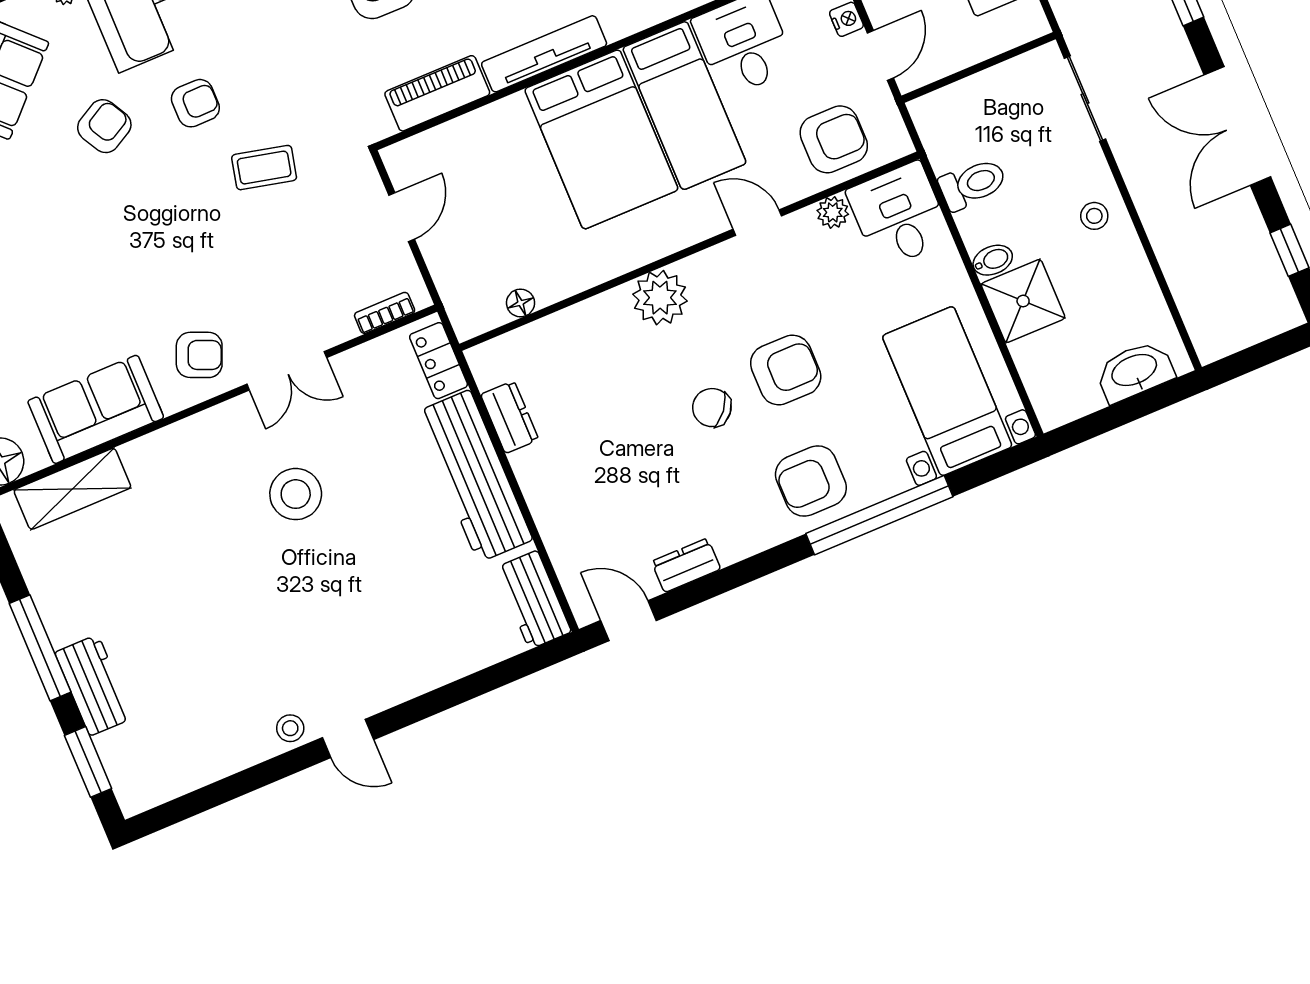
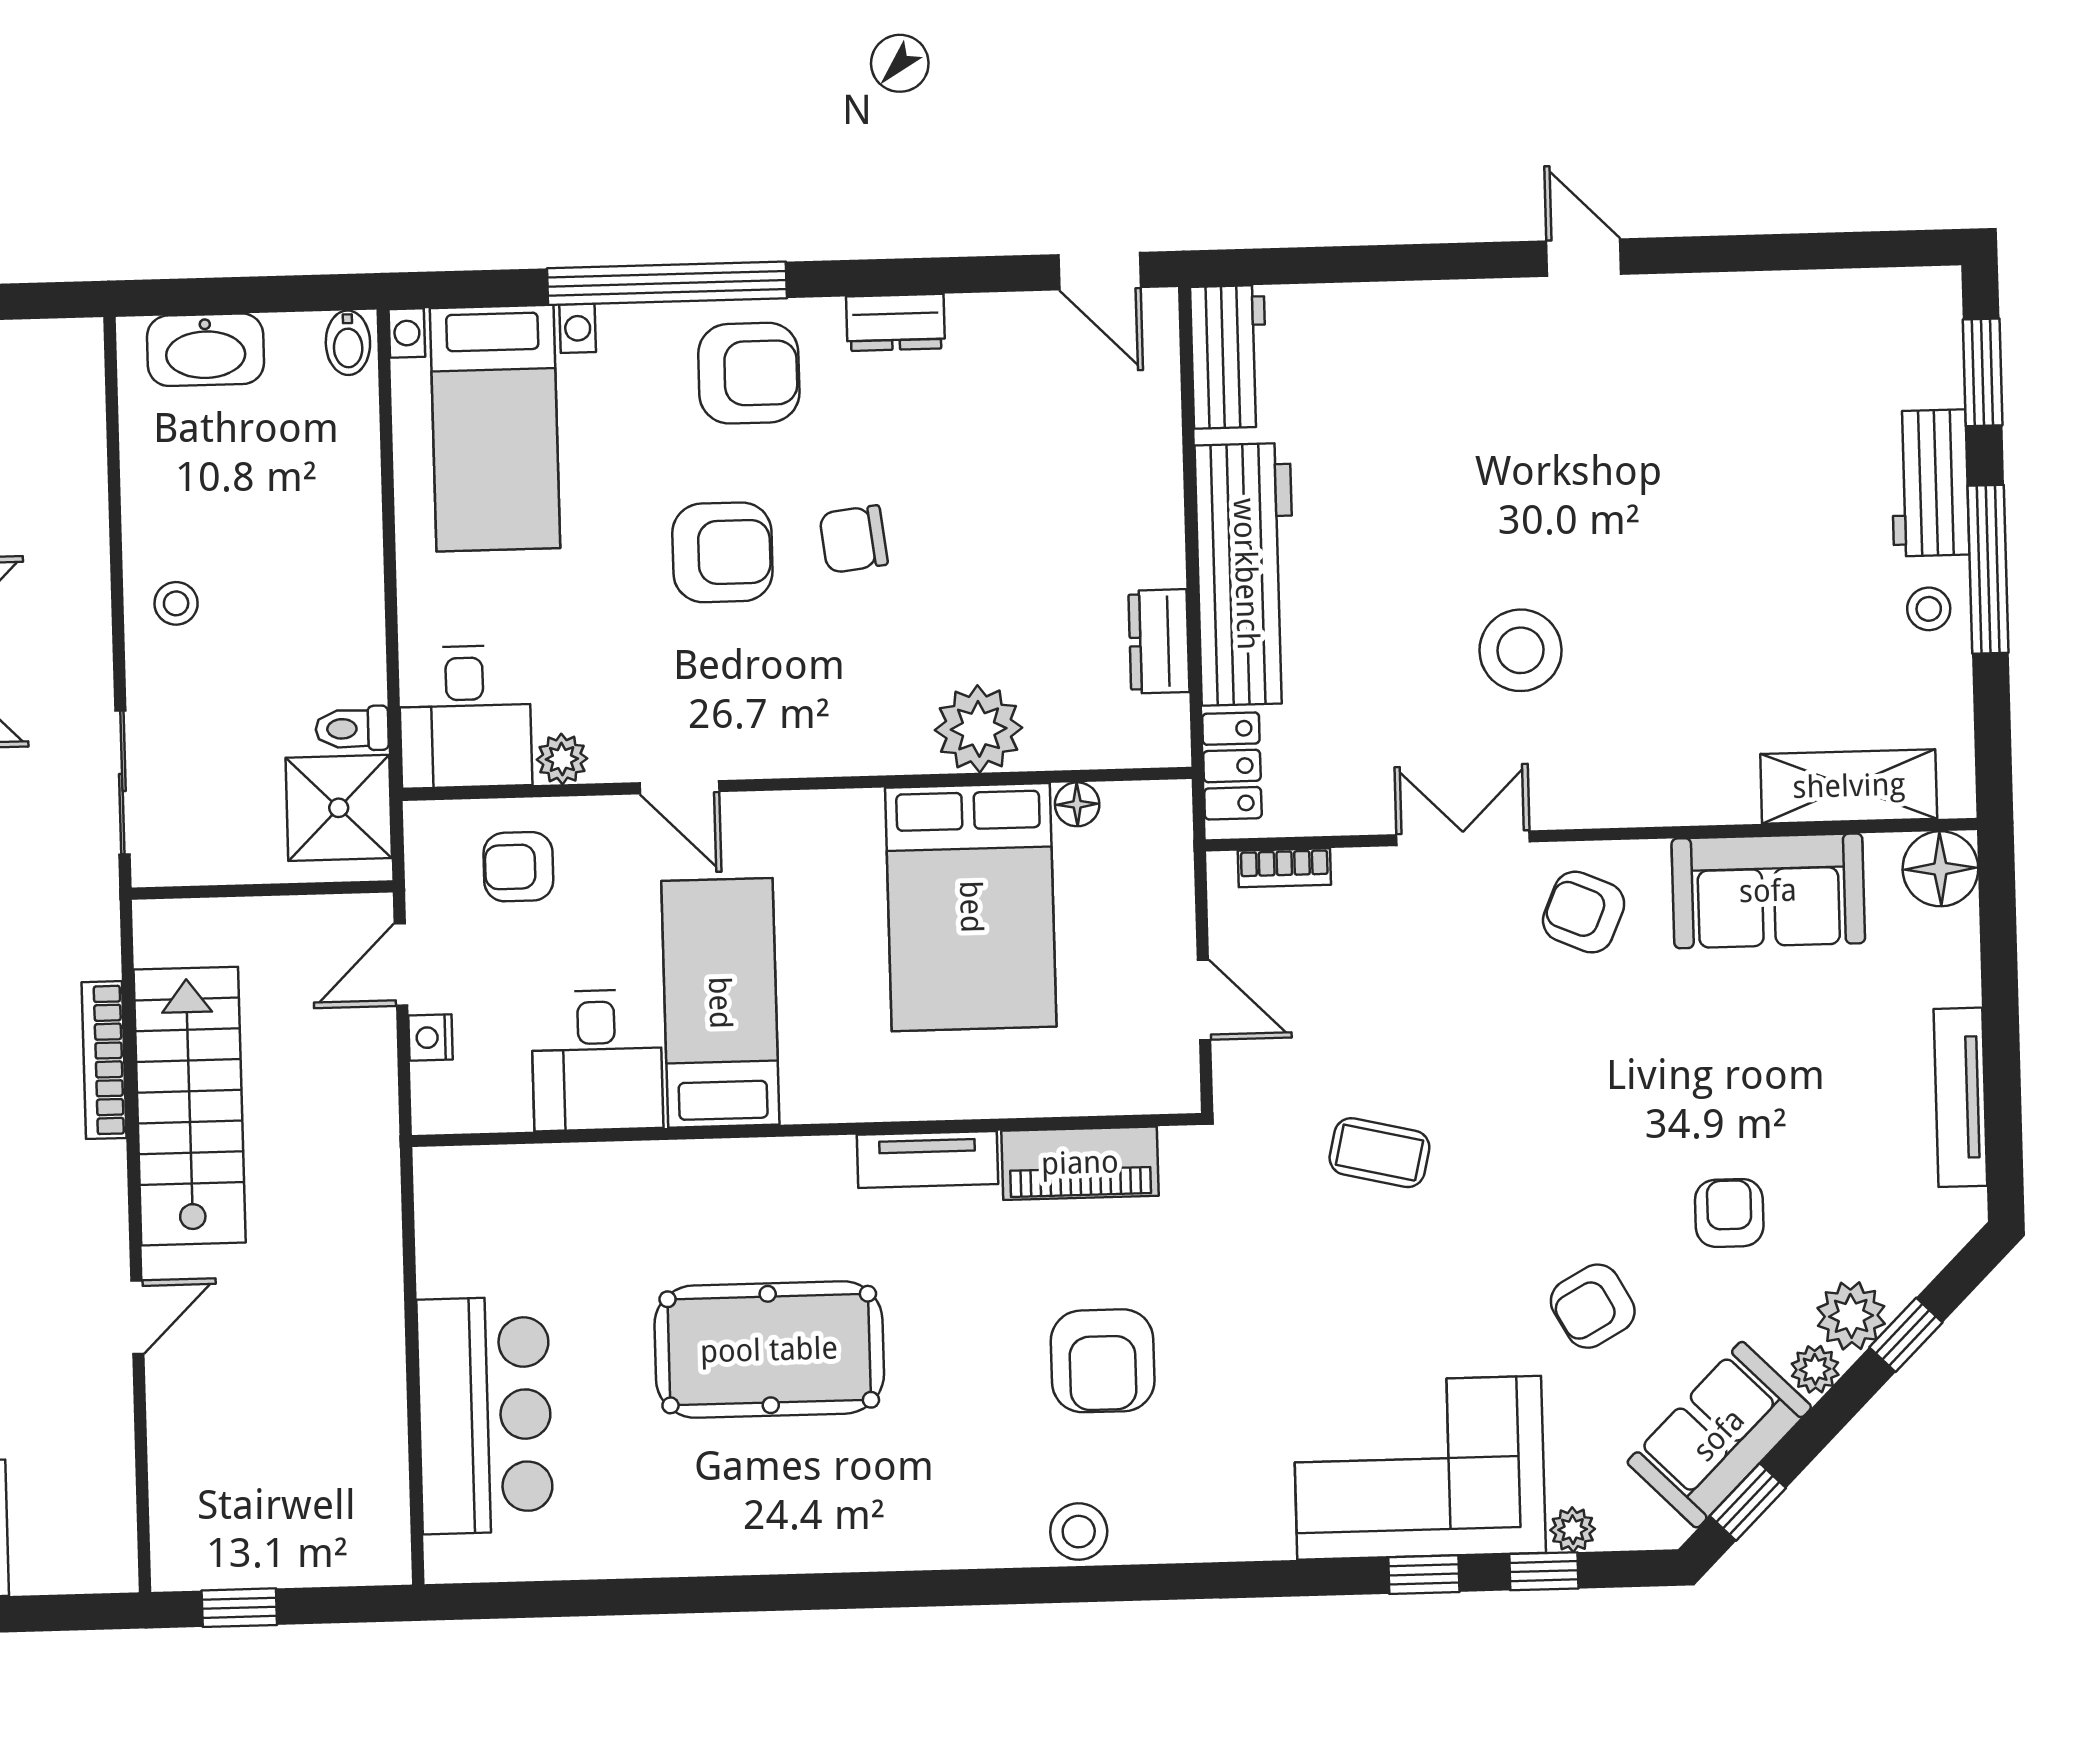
tv unit: (544, 54) -> (927, 1159), width x0.71
armchair: (195, 103) -> (1729, 1213), moved, turned 90
bed: (601, 139) -> (971, 907), moved, turned 180
armchair: (834, 139) -> (518, 867), width x0.72, depth x0.72
toilet: (973, 184) -> (352, 729), width x0.73, depth x0.72
door: (402, 217) -> (1204, 1000), swing flipped
bidet: (993, 260) -> (348, 343), moved, turned -90
plant: (660, 298) -> (979, 729), moved
shower: (1023, 301) -> (339, 808), moved
armchair: (786, 370) -> (722, 552), turned 180
chair: (712, 408) -> (853, 539), turned 134
dresser: (686, 565) -> (896, 322), moved
stool: (290, 728) -> (1929, 609), moved

